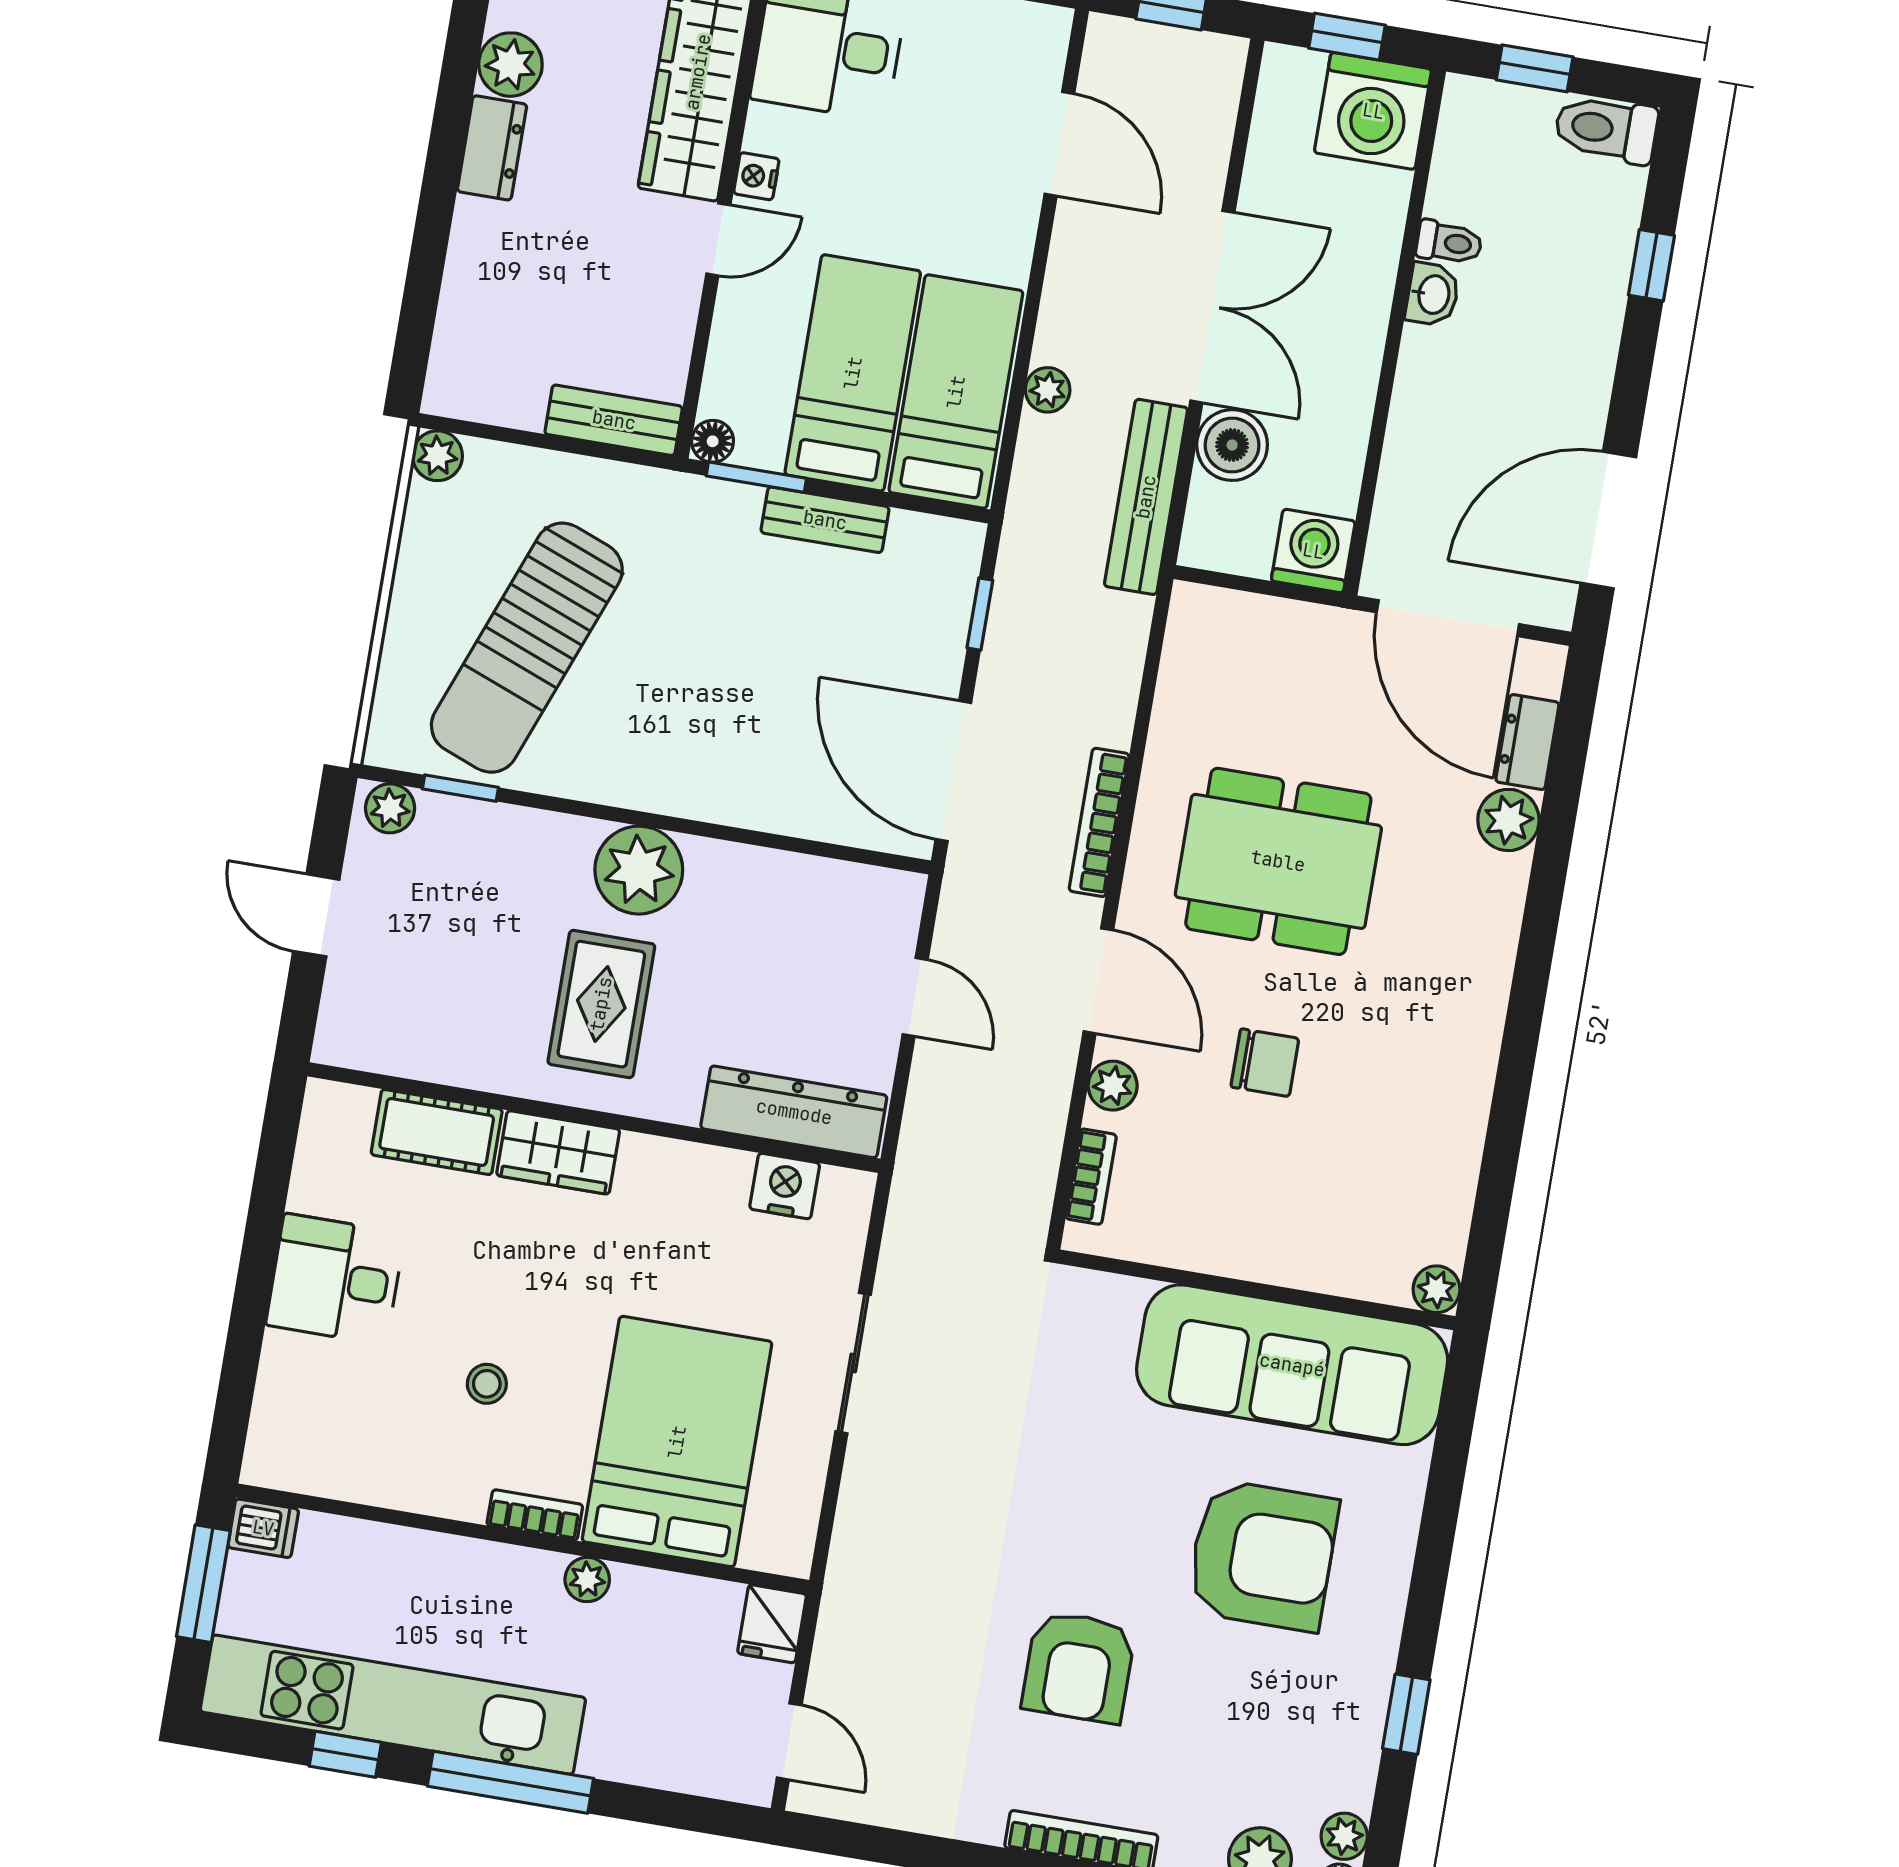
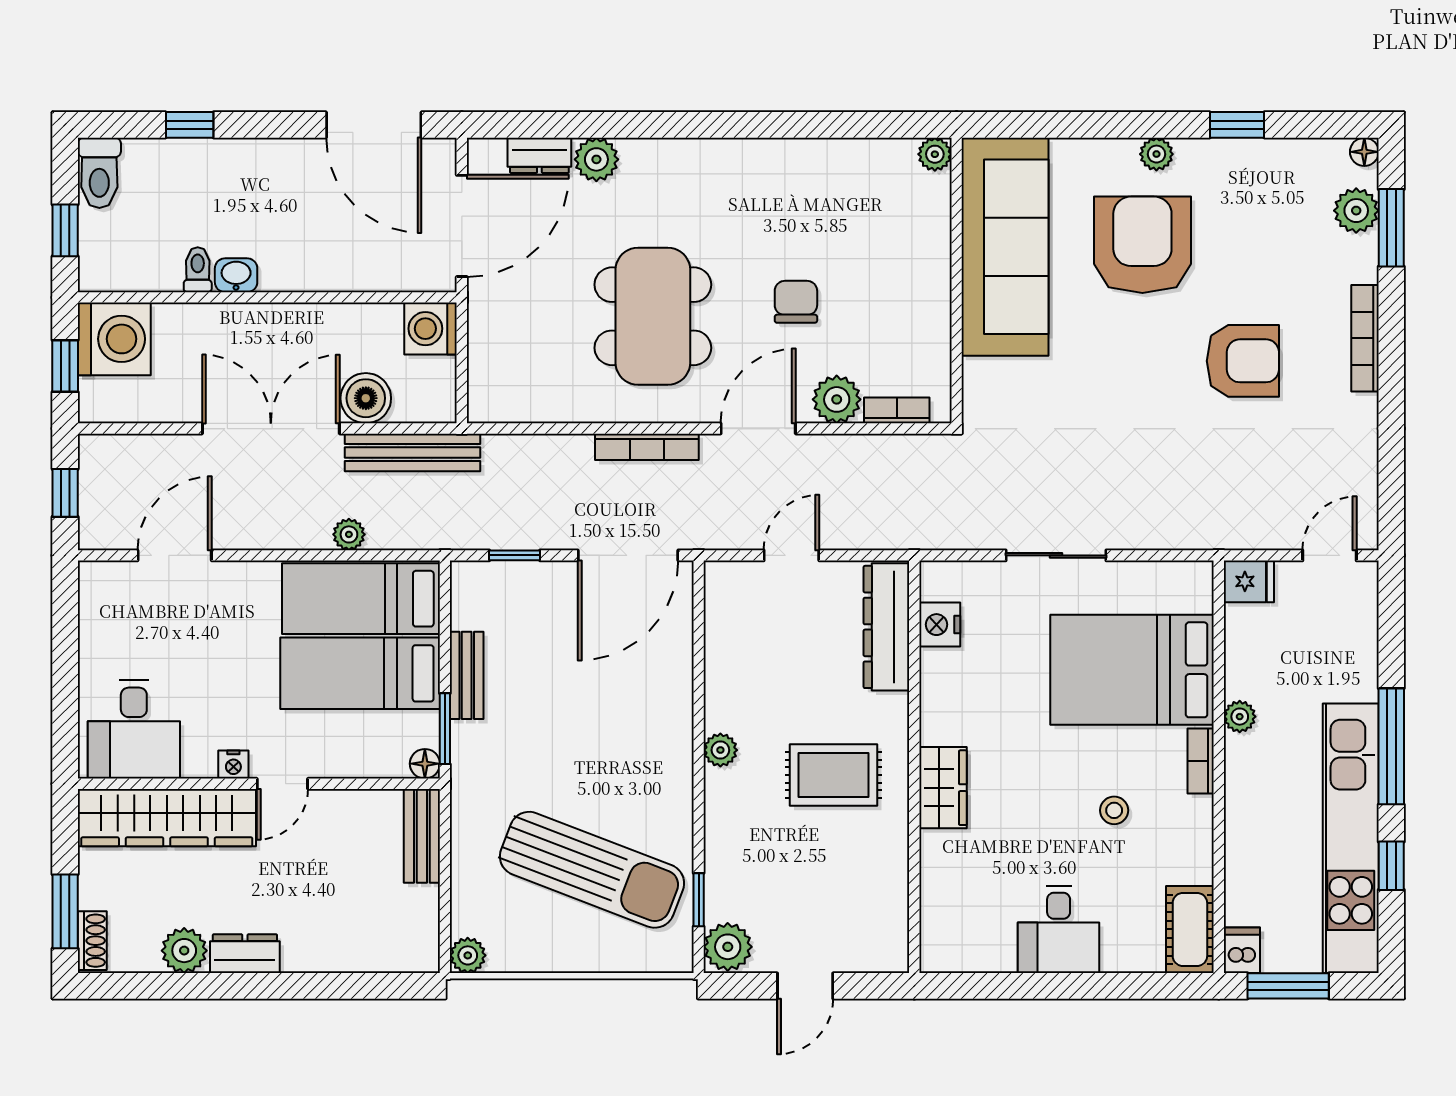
door: (718, 239) -> (282, 784), swing flipped
plant: (390, 808) -> (728, 947), width x1.38, depth x1.38
plant: (639, 870) -> (720, 750), width x0.53, depth x0.53
plant: (1113, 1086) -> (837, 399), width x1.38, depth x1.38
cot: (437, 1132) -> (1190, 929), moved
plant: (1344, 1836) -> (1156, 154), moved

